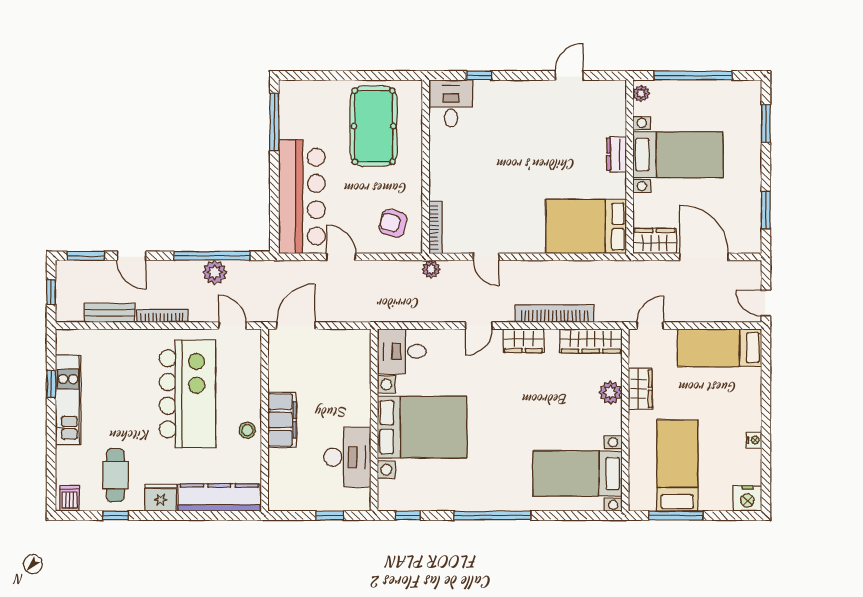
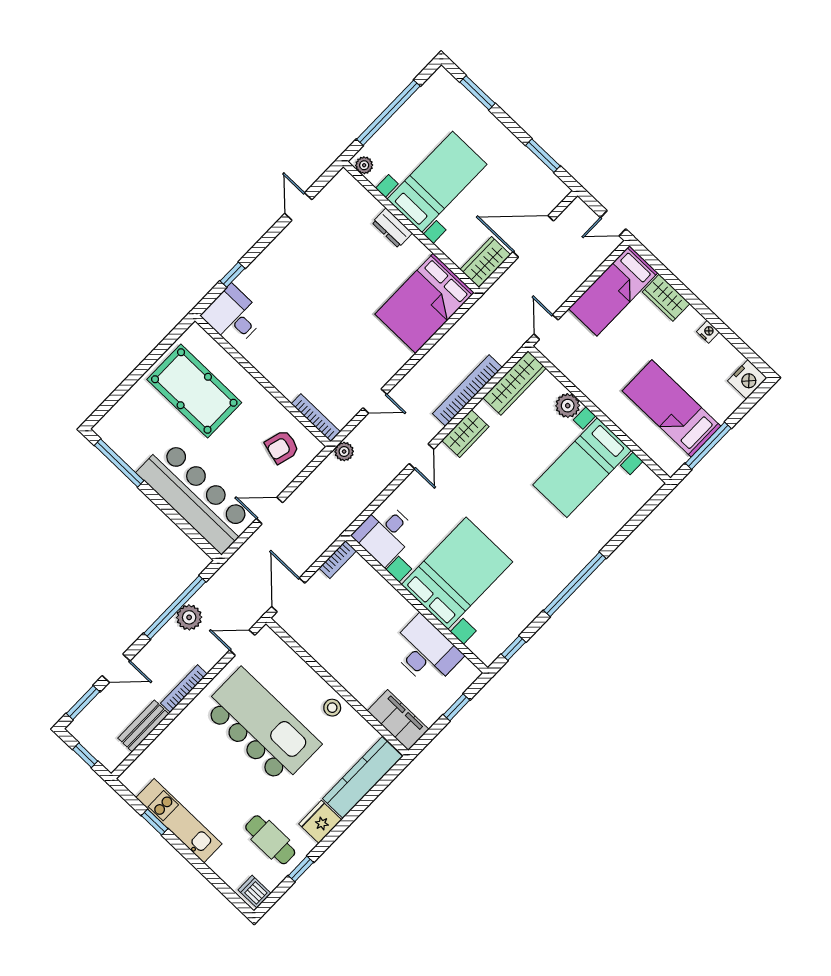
bookcase: (353, 336) -> (338, 559), added
wardrobe: (640, 389) -> (666, 298), moved, turned 180
filing cabinet: (282, 420) -> (398, 720), moved
bed with nightstands: (577, 474) -> (582, 468), moved

